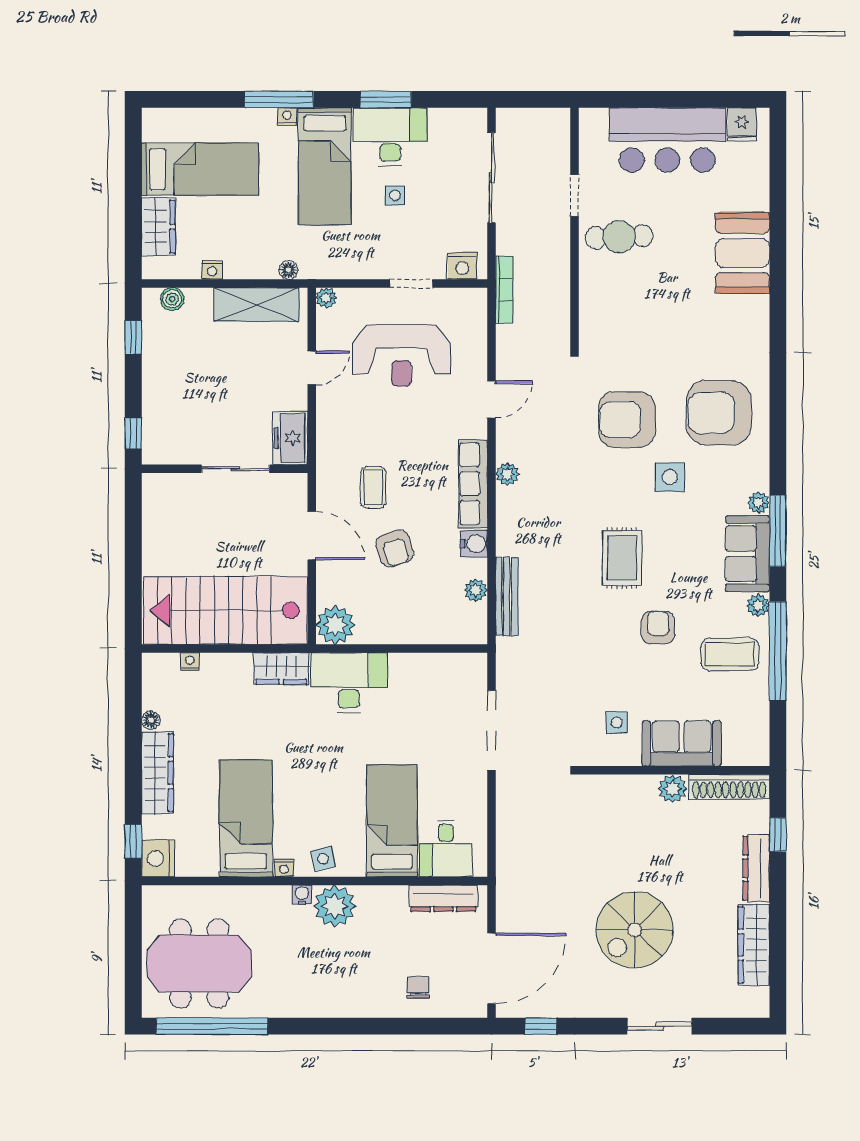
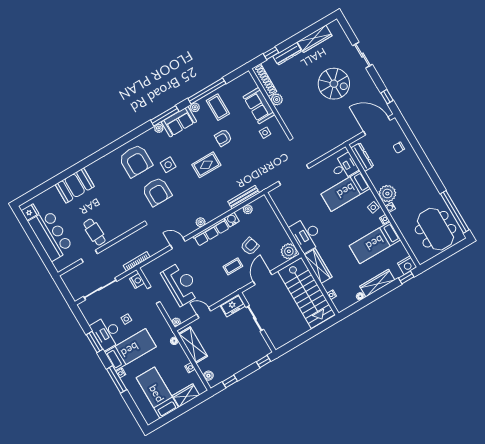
wardrobe: (281, 669) -> (318, 266), width x1.50

